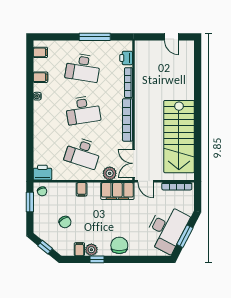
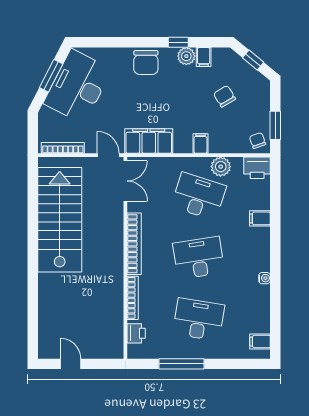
filing cabinet: (40, 77) -> (260, 218), moved
plant: (110, 173) -> (221, 167), moved

